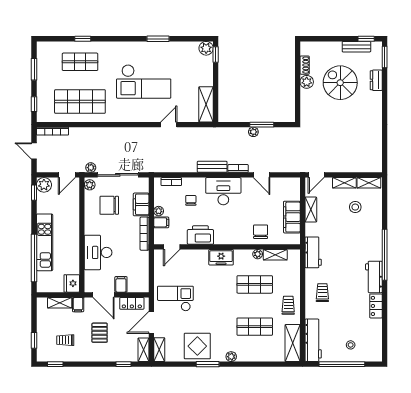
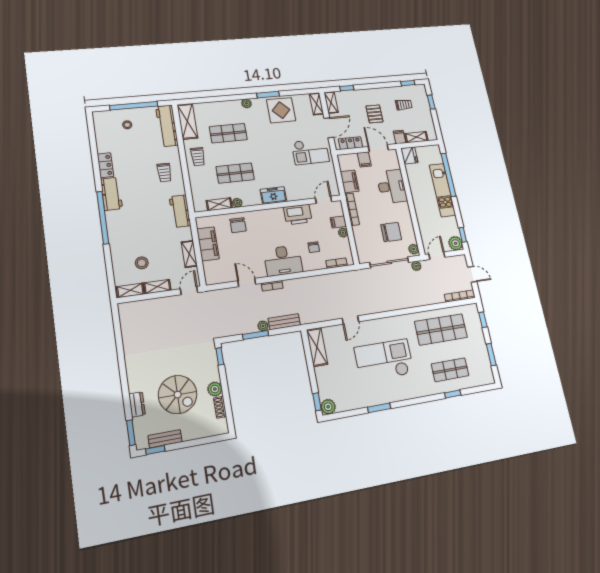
window: (298, 110) -> (220, 356), added
bench: (212, 167) -> (284, 322), moved
filing cabinet: (141, 204) -> (350, 181), moved

